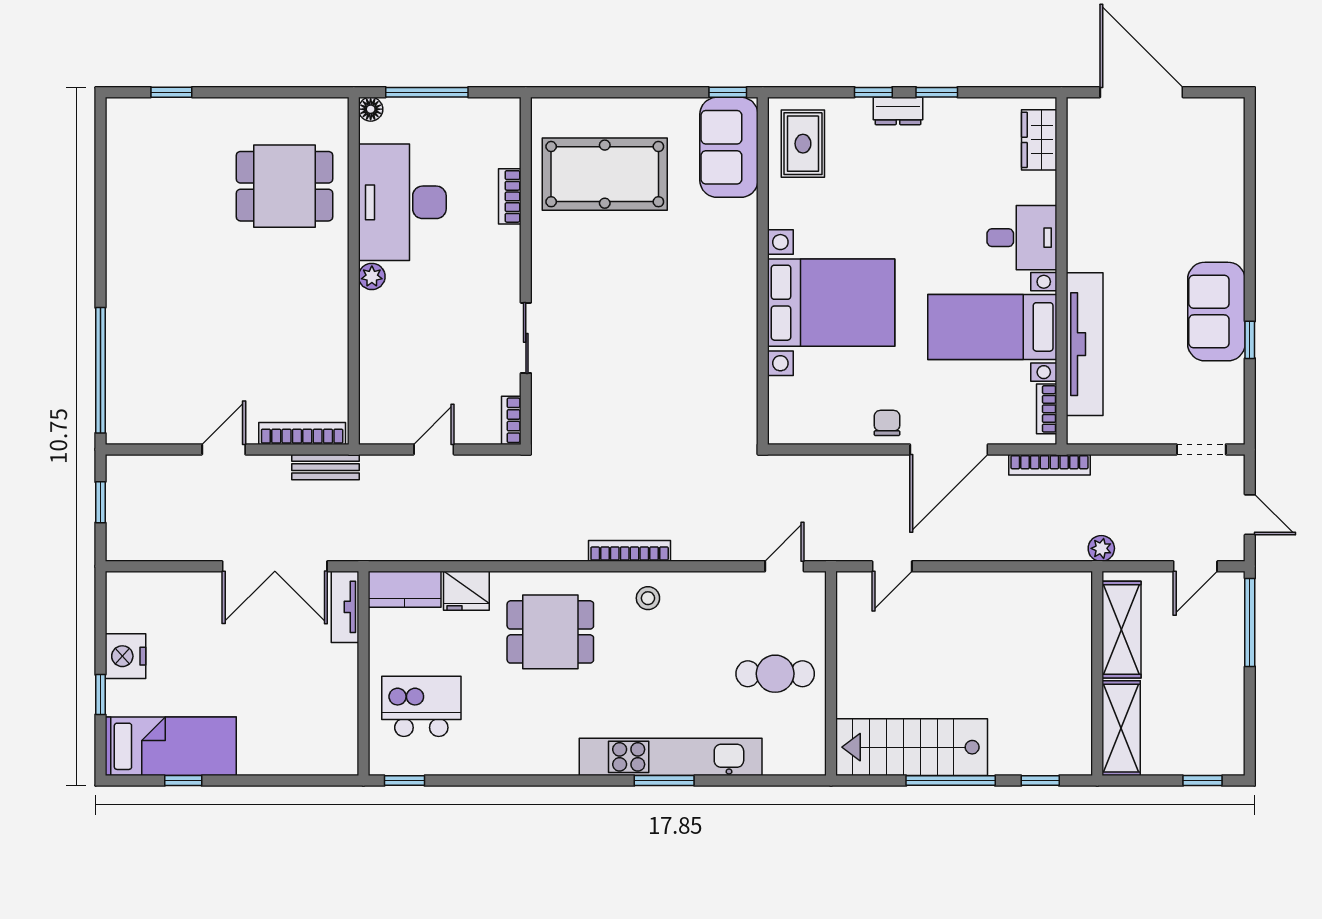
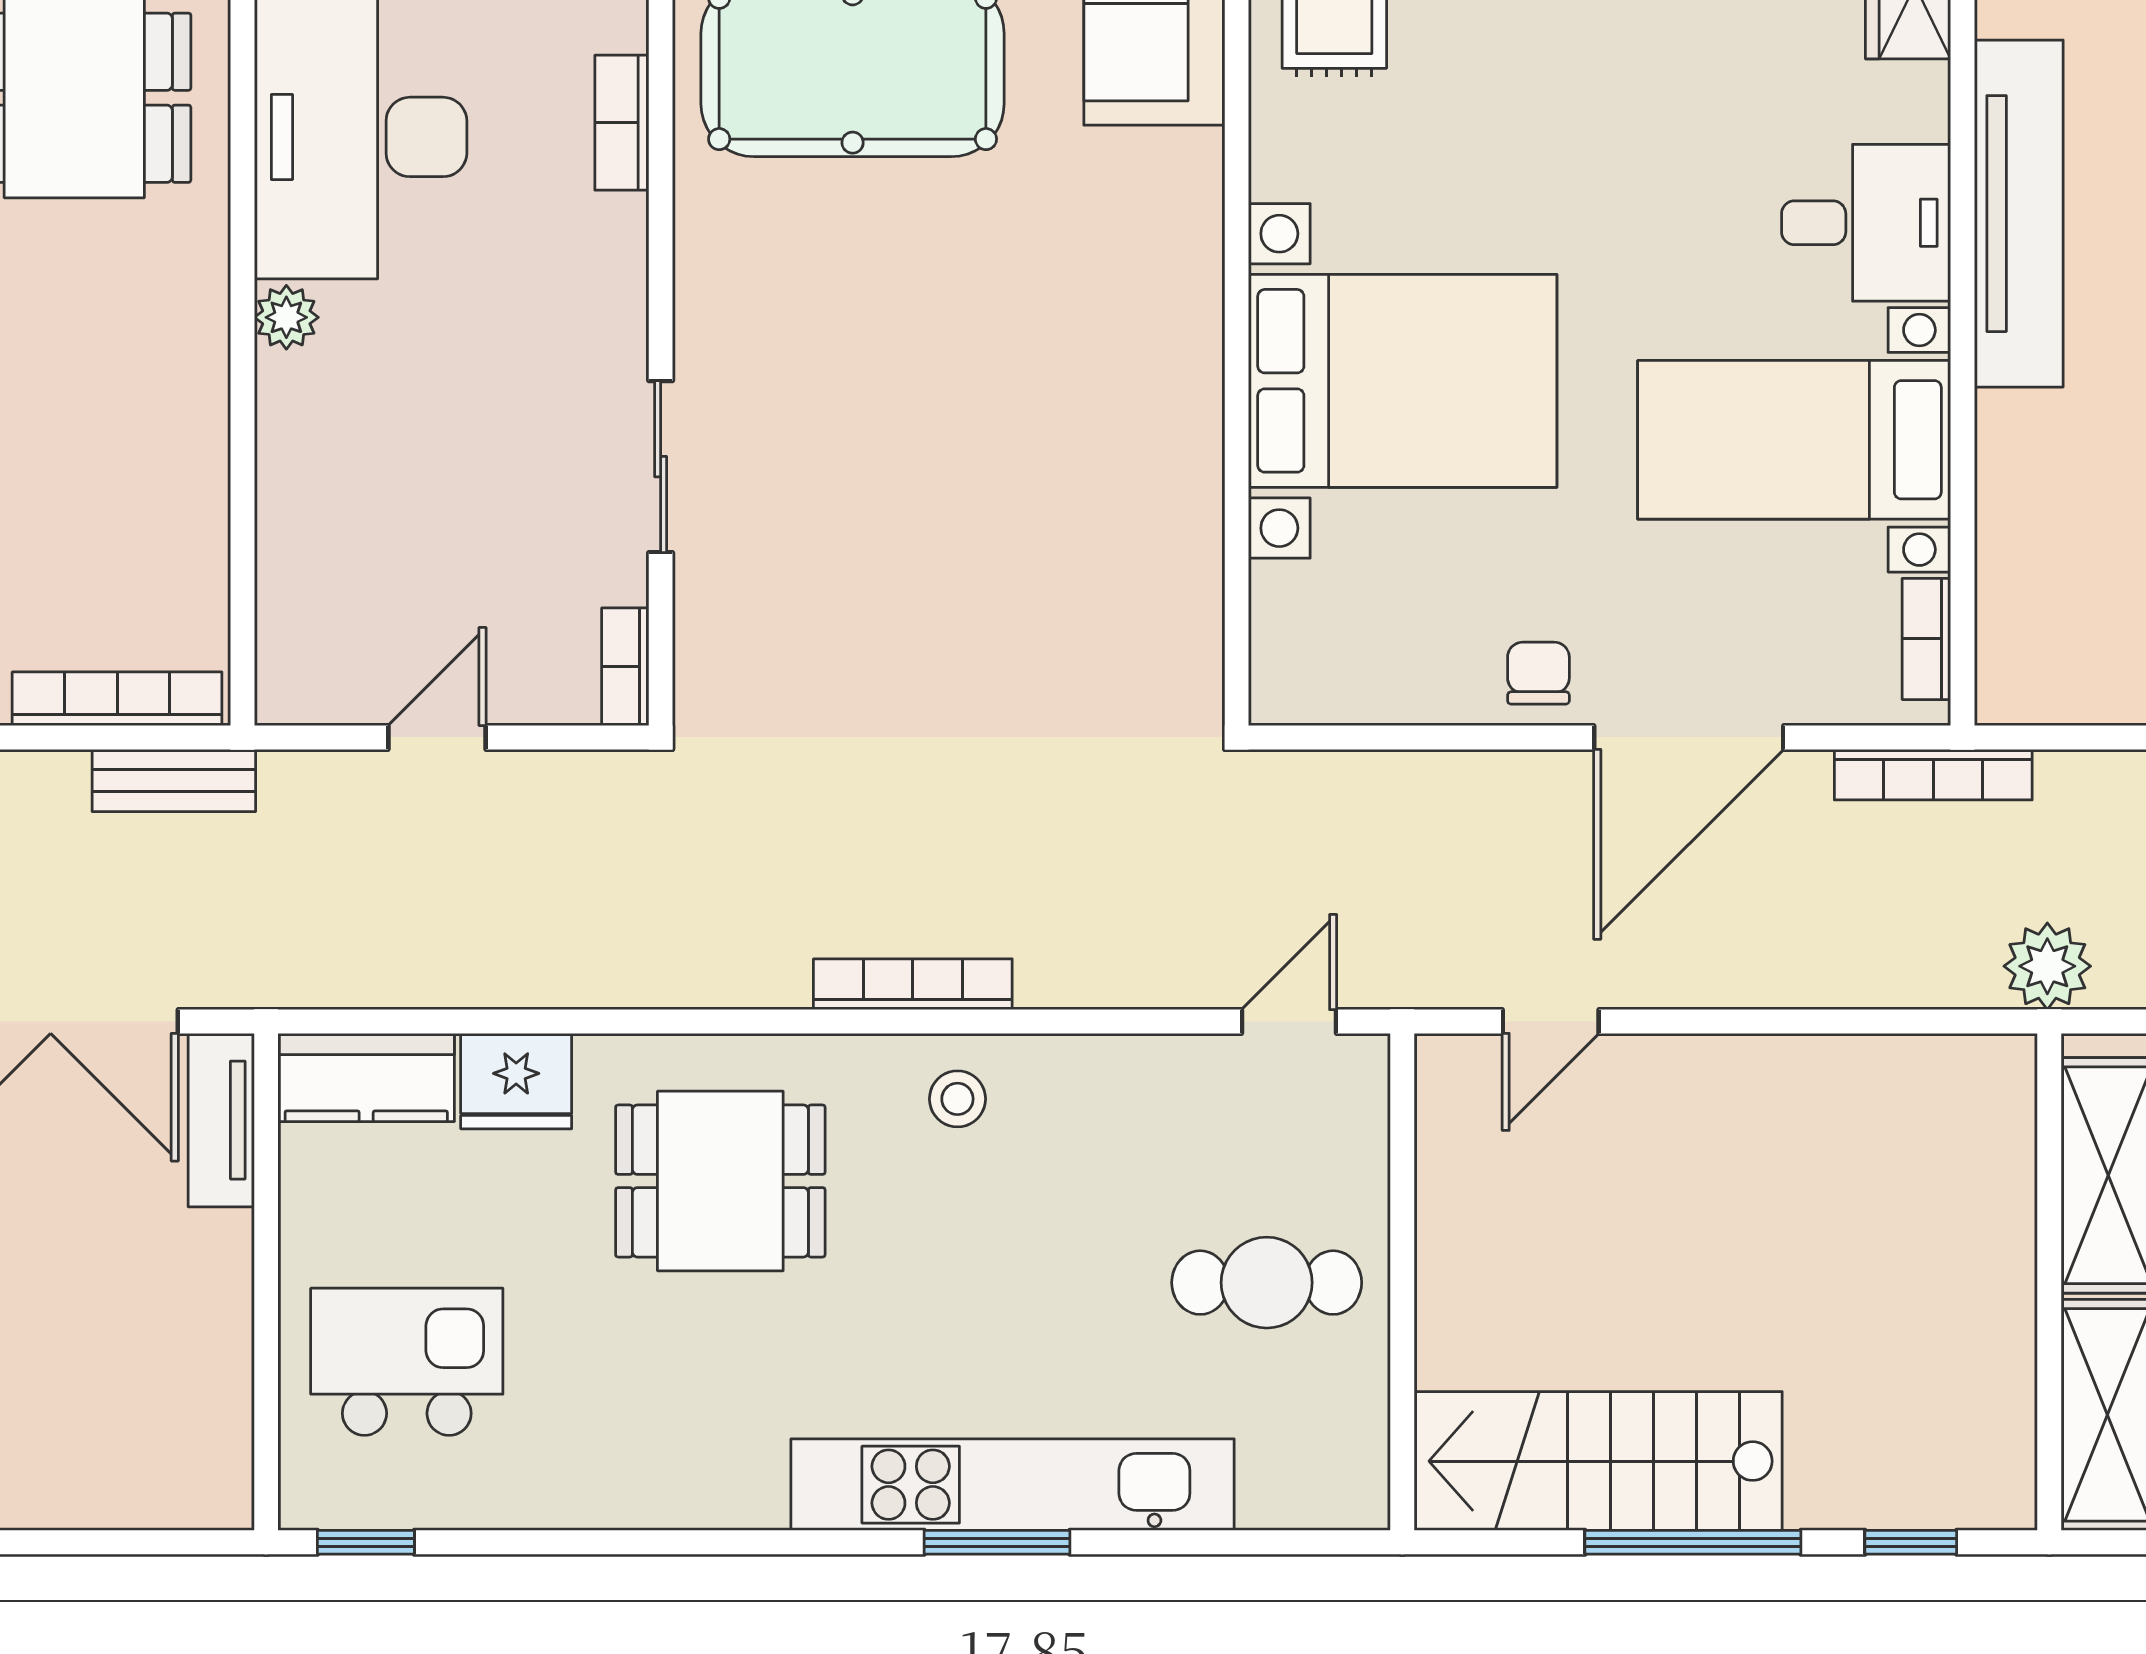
tv unit: (1085, 344) -> (2019, 214), moved
plant: (1101, 548) -> (2047, 966), width x1.38, depth x1.38

